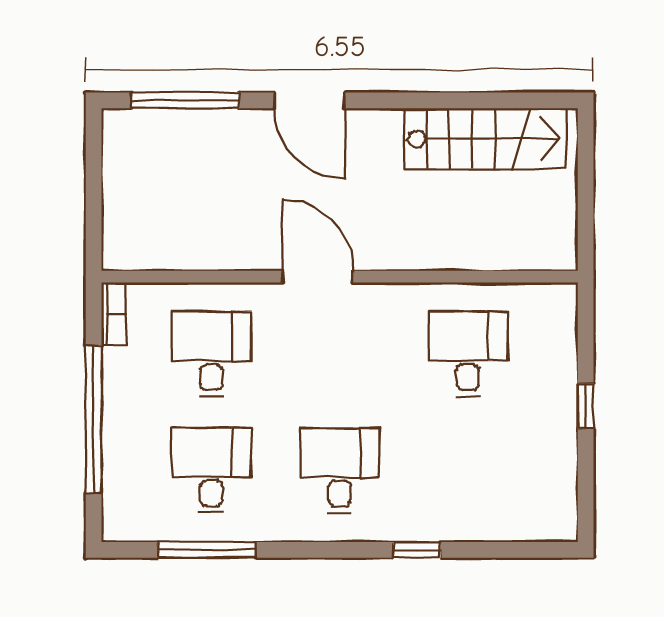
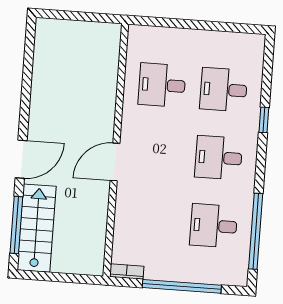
stairs: (485, 139) -> (37, 228), moved
desk: (211, 354) -> (224, 90), moved
window: (586, 406) -> (194, 25), removed
window: (207, 550) -> (256, 231), width x1.46

